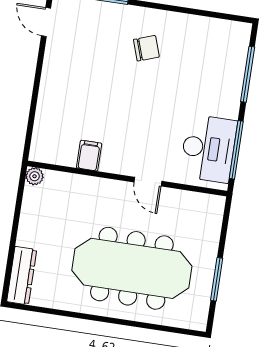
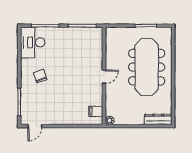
desk: (208, 148) -> (33, 42), moved, turned -90
filing cabinet: (89, 156) -> (96, 111), moved
door: (148, 182) -> (104, 77), moved

